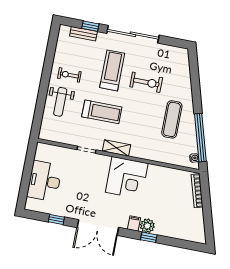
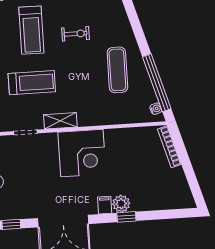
treadmill: (112, 70) -> (31, 30), turned 180
exercise bike: (146, 82) -> (76, 34), width x0.73, depth x0.72

